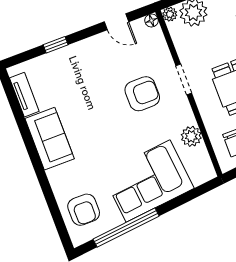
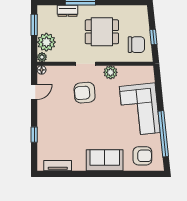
armchair: (142, 94) -> (85, 93), turned -95
plant: (191, 136) -> (111, 72), moved
sofa: (50, 139) -> (105, 160), moved

